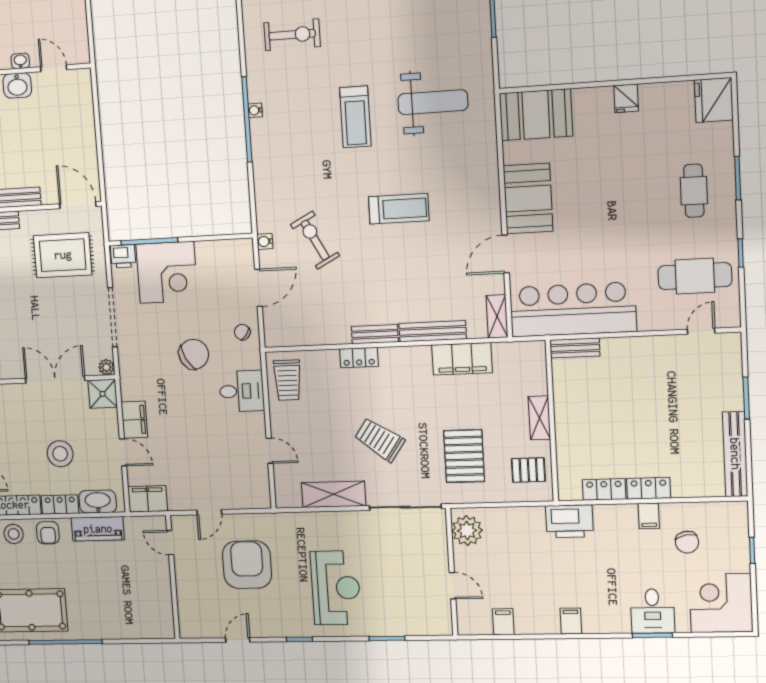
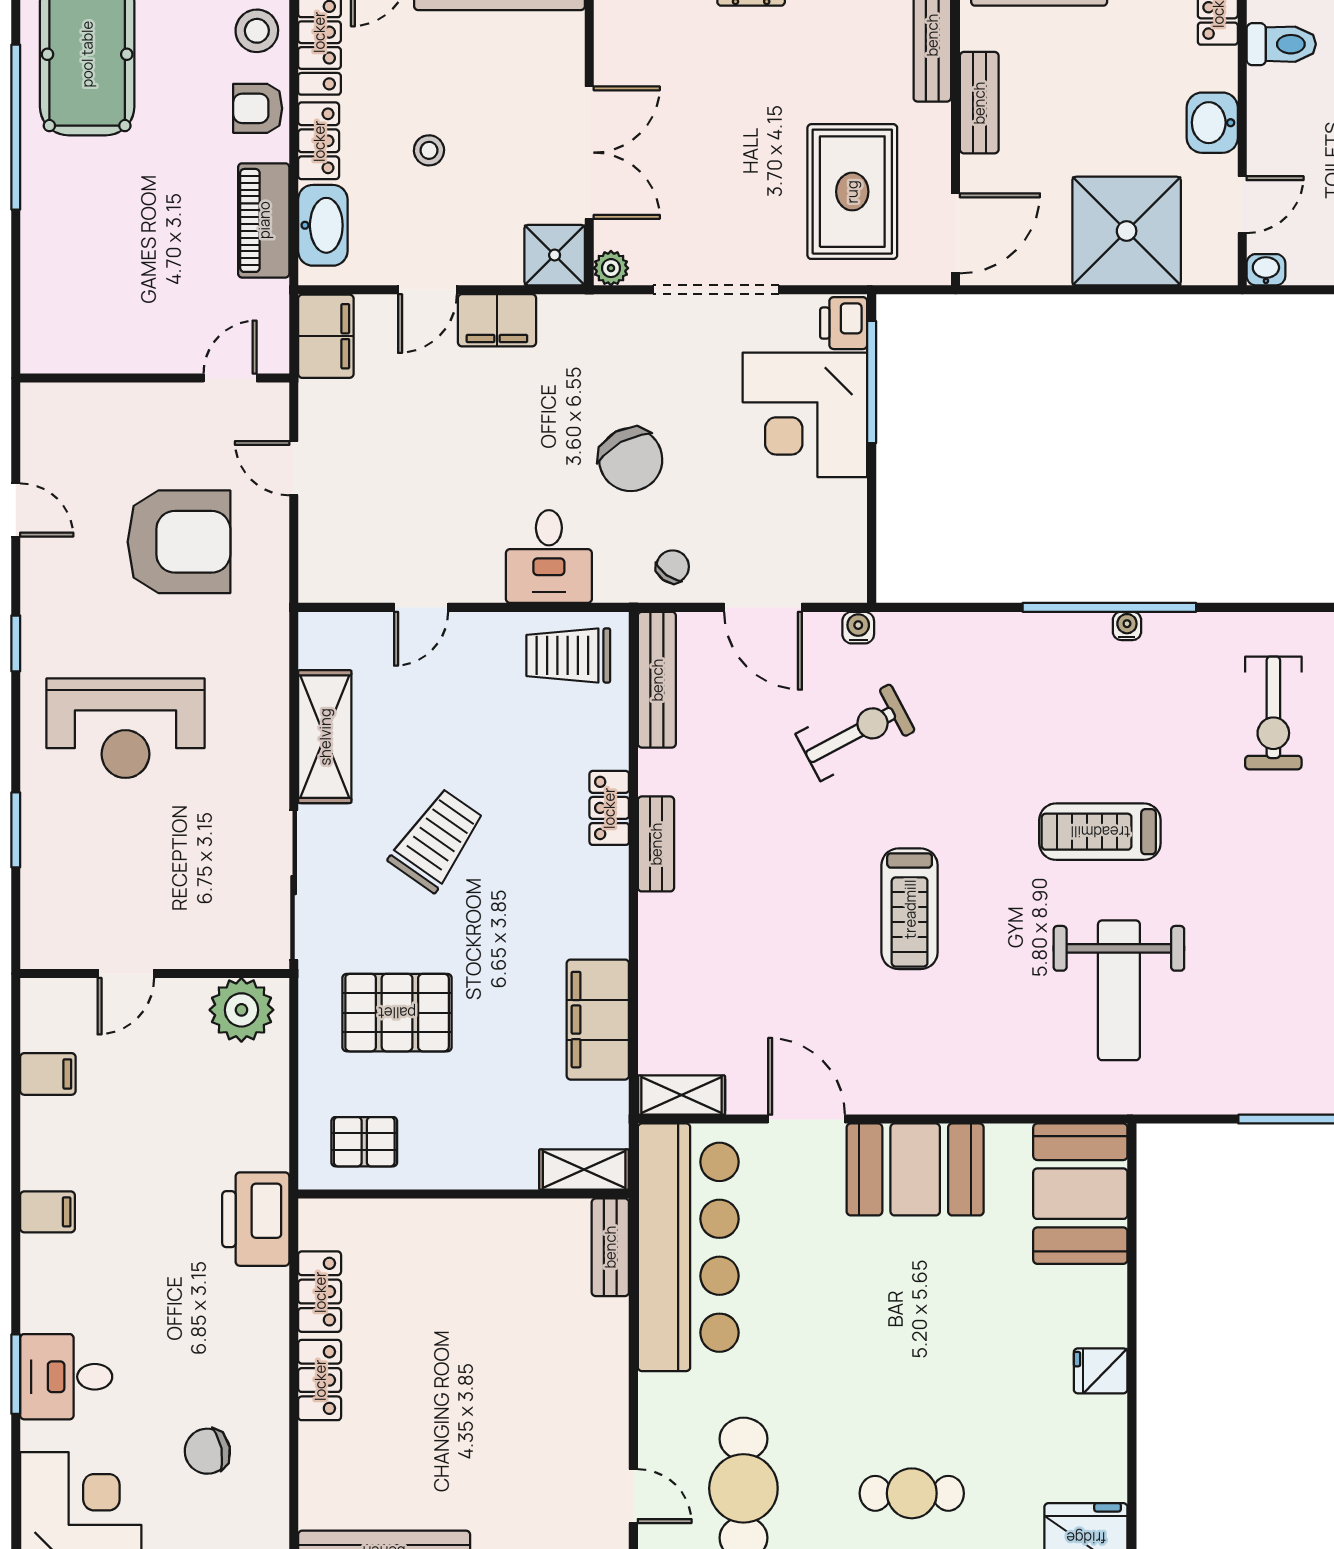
washbasin: (20, 61) -> (1266, 270), moved, turned -90
shower: (70, 123) -> (1127, 231), added
bench: (433, 331) -> (657, 680), moved
shelving: (539, 418) -> (584, 1169), moved
stool: (60, 454) -> (429, 150), width x0.53, depth x0.53
pallet: (528, 470) -> (364, 1142), turned 90
filing cabinet: (649, 516) -> (263, 1378), removed

